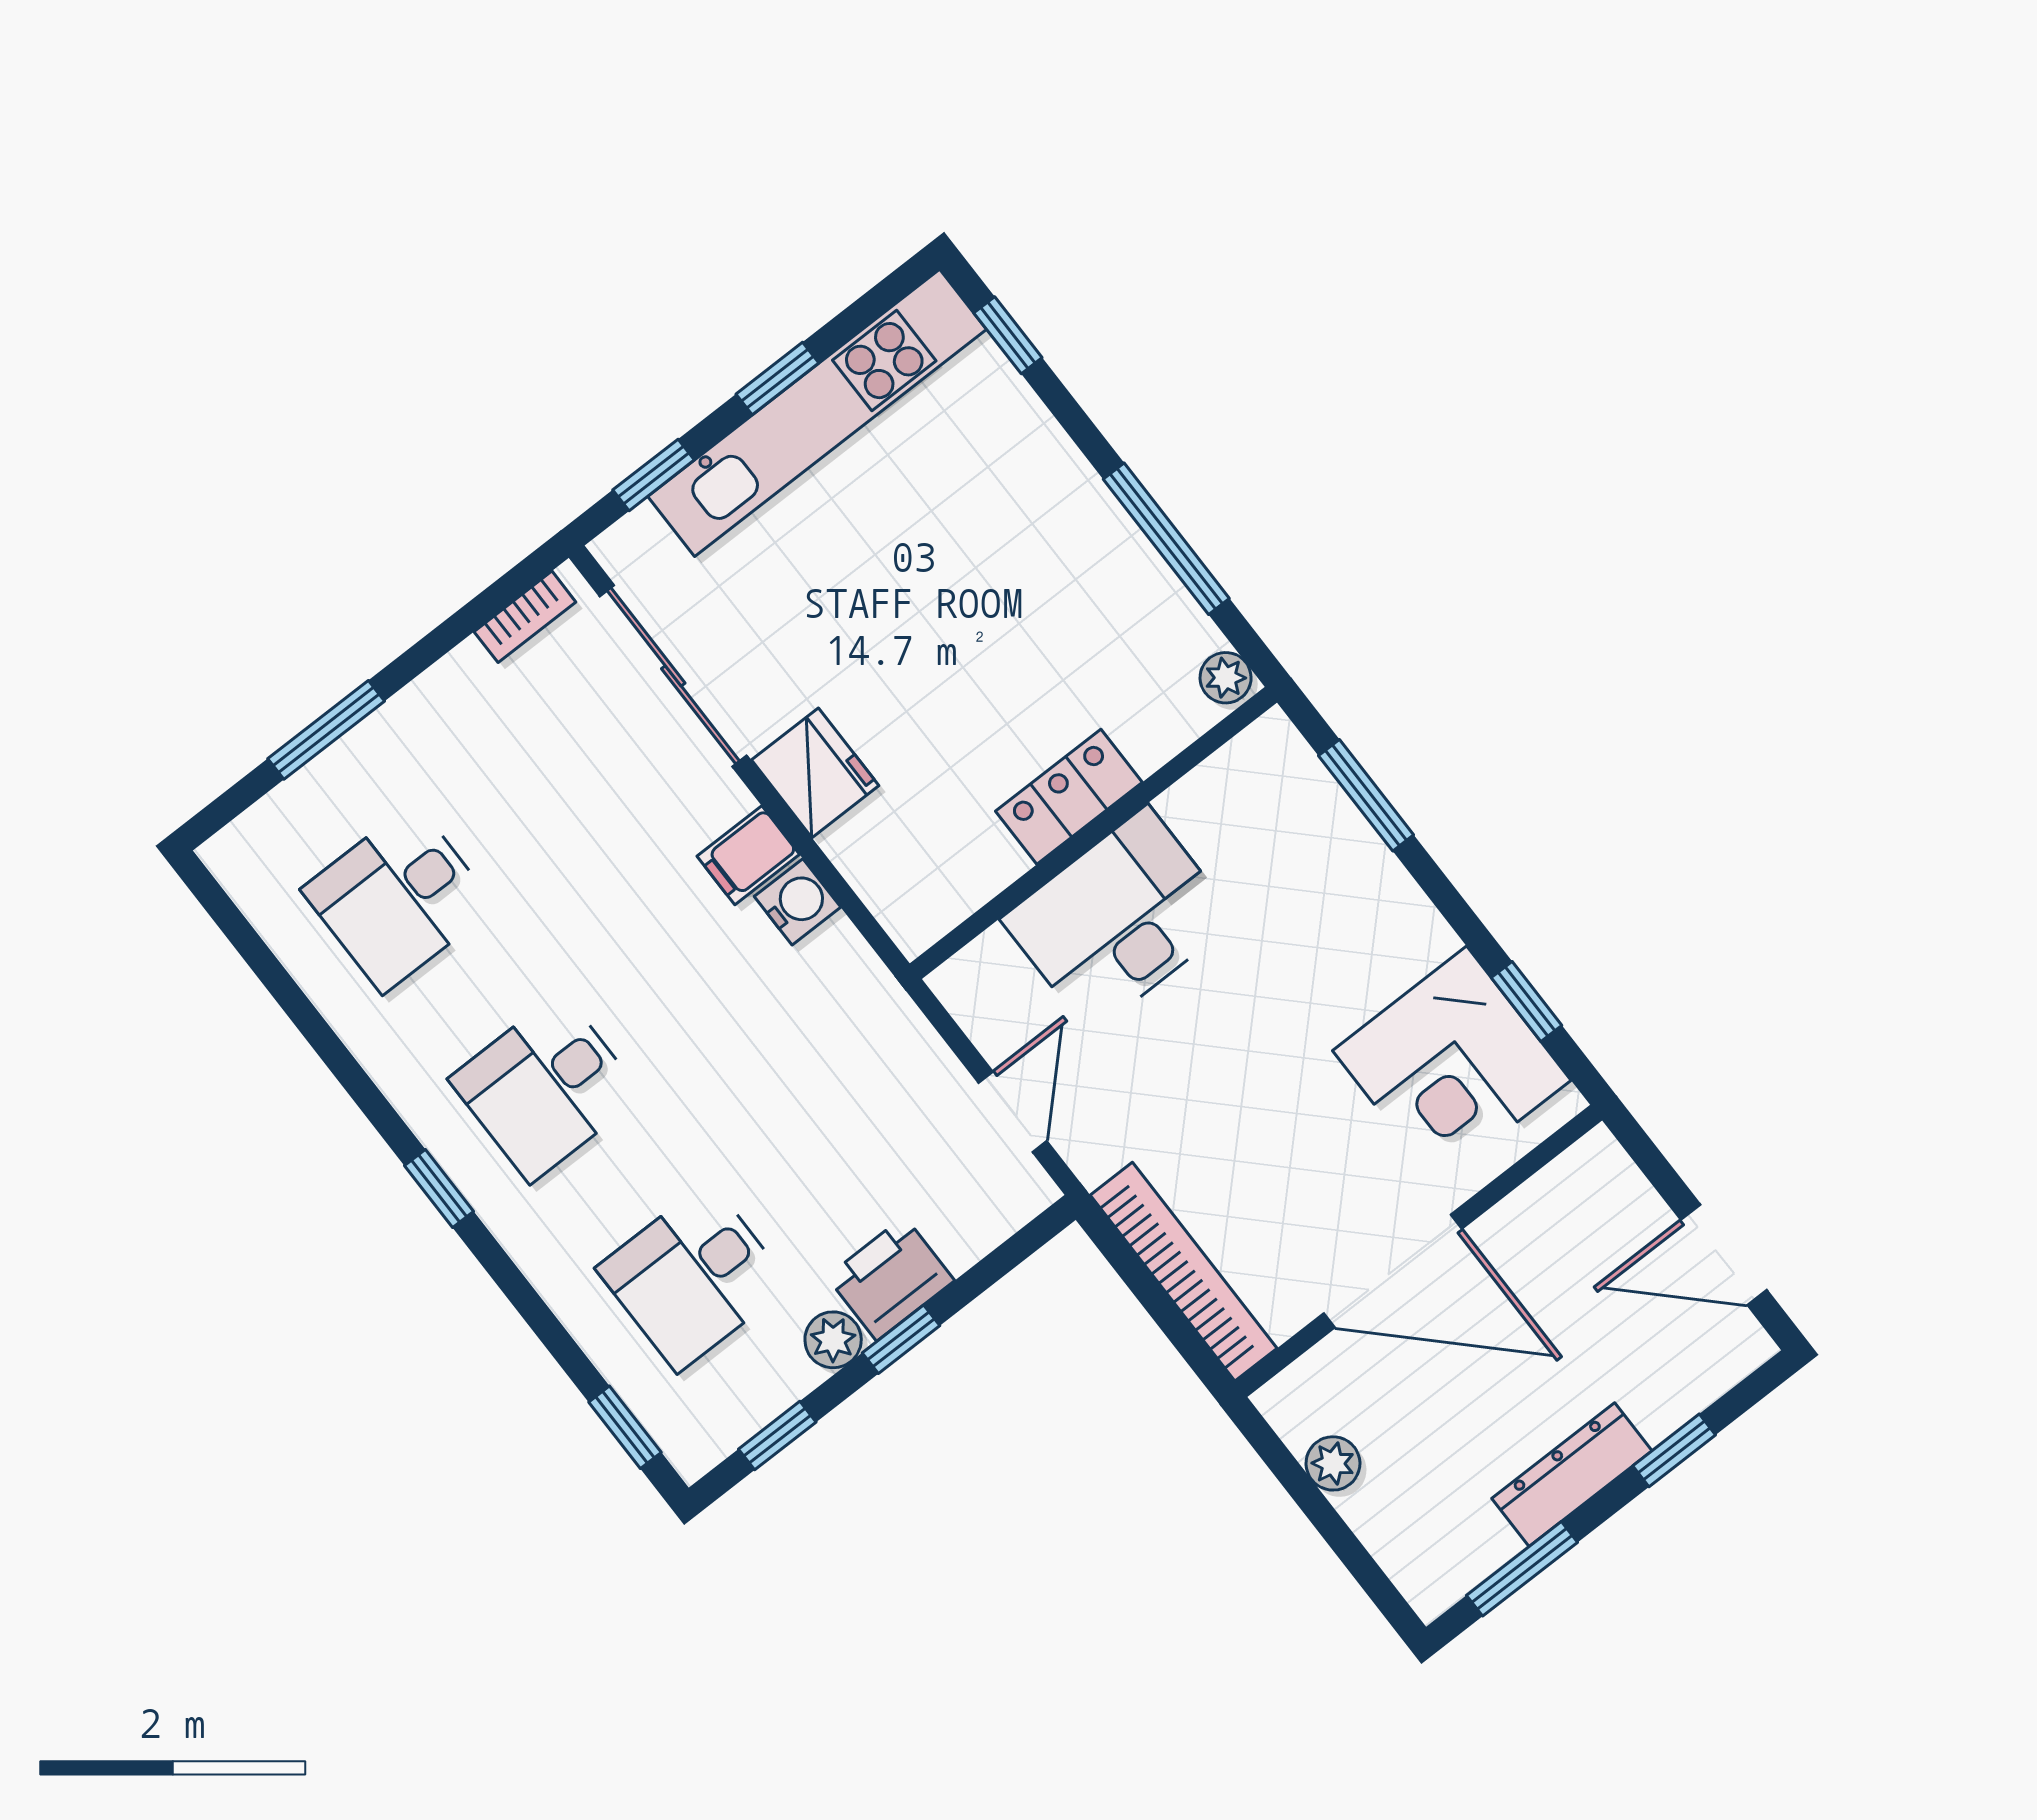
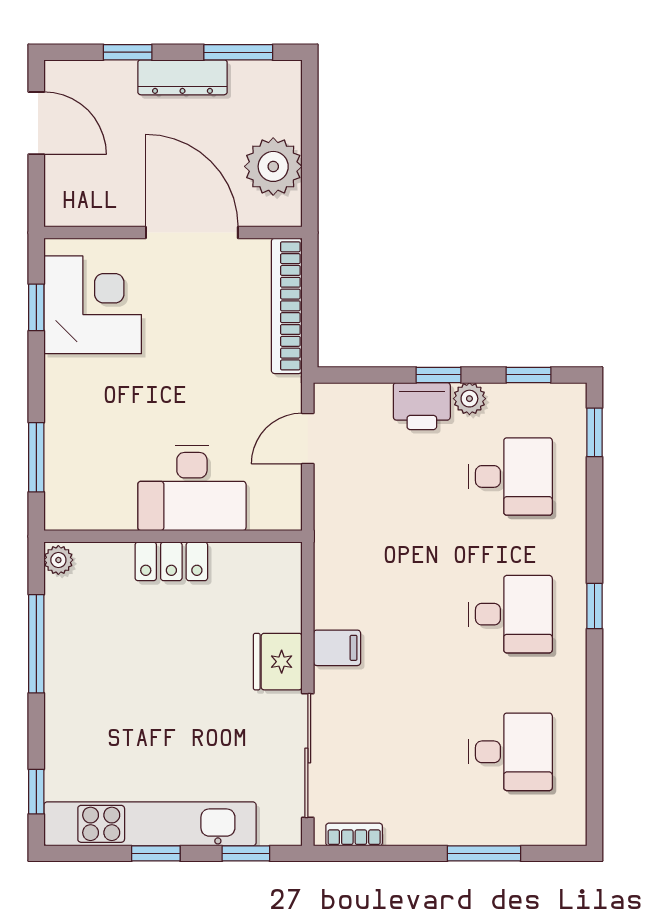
water cooler: (798, 902) -> (331, 609), removed
plant: (1333, 1463) -> (273, 166), width x1.87, depth x1.87

